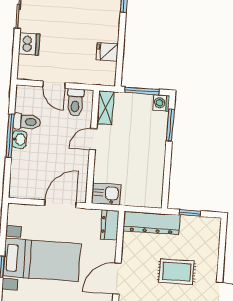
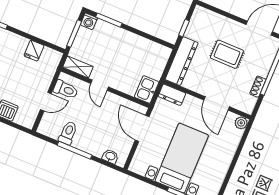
washbasin: (19, 139) -> (110, 156), moved
rug: (177, 272) -> (227, 54), turned 90

